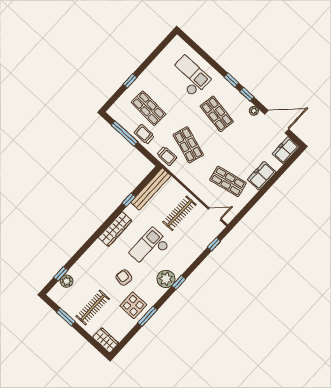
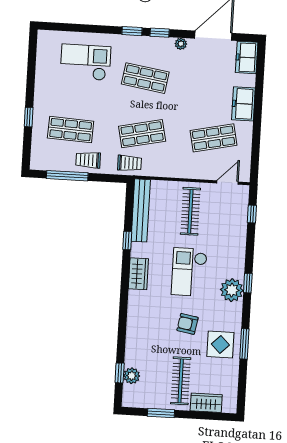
shop shelf: (188, 145) -> (142, 134), turned -30
wardrobe: (115, 229) -> (138, 274), width x0.67
wardrobe: (106, 340) -> (206, 403), moved

